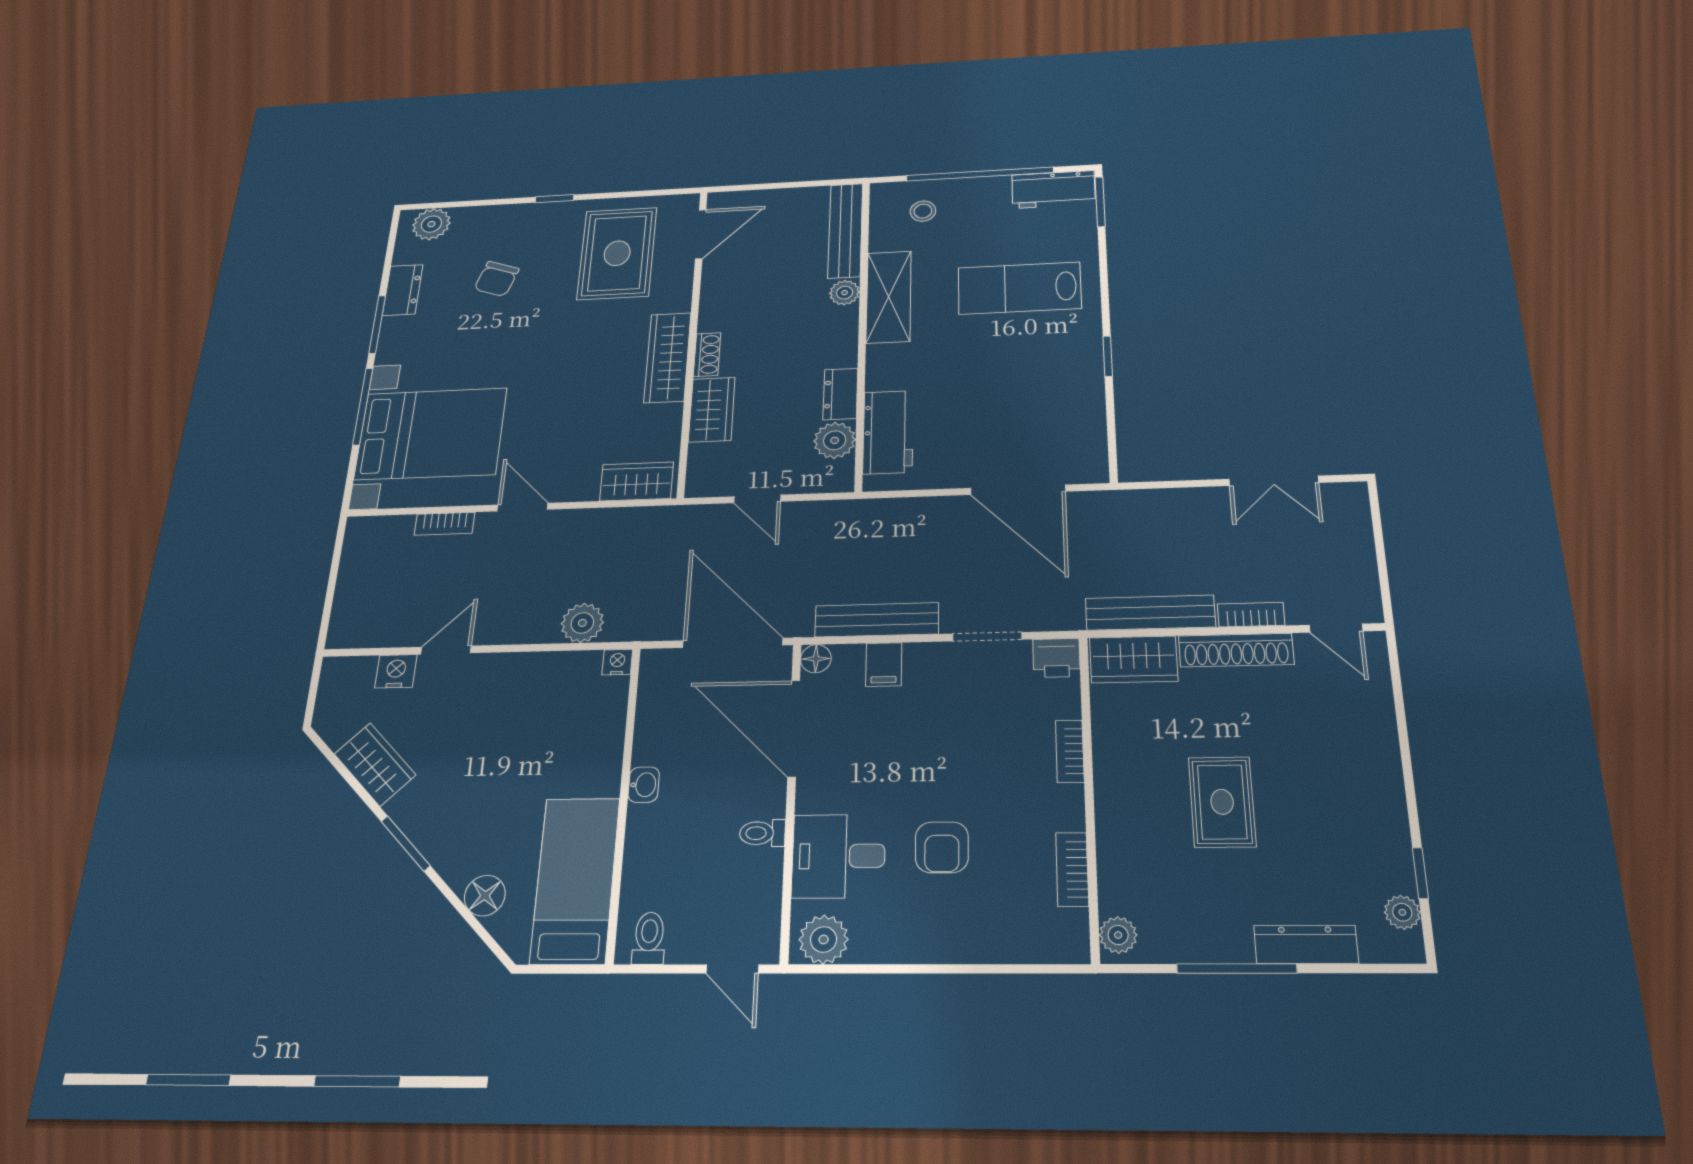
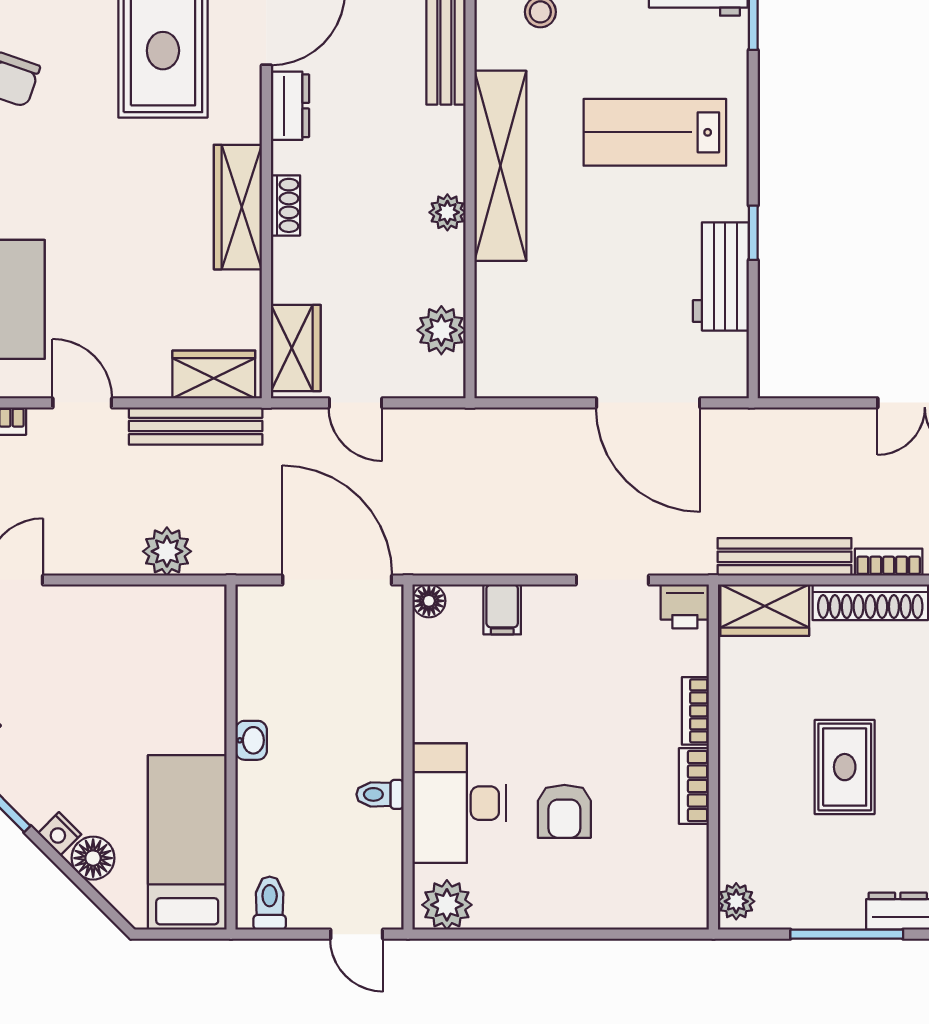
plant: (845, 293) -> (447, 212), moved
shelving: (889, 297) -> (500, 166), width x1.47
dresser: (840, 394) -> (290, 106), moved, turned 180
wardrobe: (712, 410) -> (296, 348), moved
workbench: (888, 432) -> (721, 276), moved, turned 180
bench: (877, 620) -> (196, 426), moved
nightstand: (617, 662) -> (60, 834), moved, turned -135
door: (794, 728) -> (408, 680), removed
desk: (838, 856) -> (459, 803), width x1.37
bookcase: (1072, 869) -> (694, 786), moved

